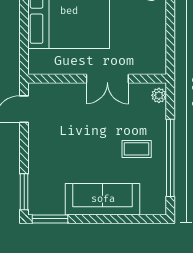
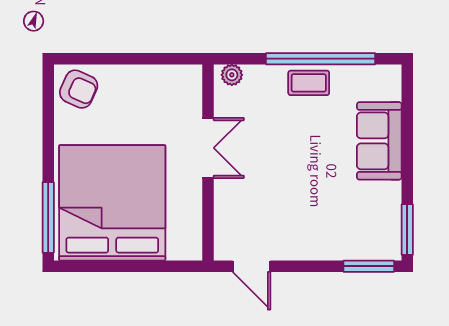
coffee table: (137, 149) -> (309, 83), moved, turned 90
sofa: (103, 199) -> (379, 141), width x0.73

